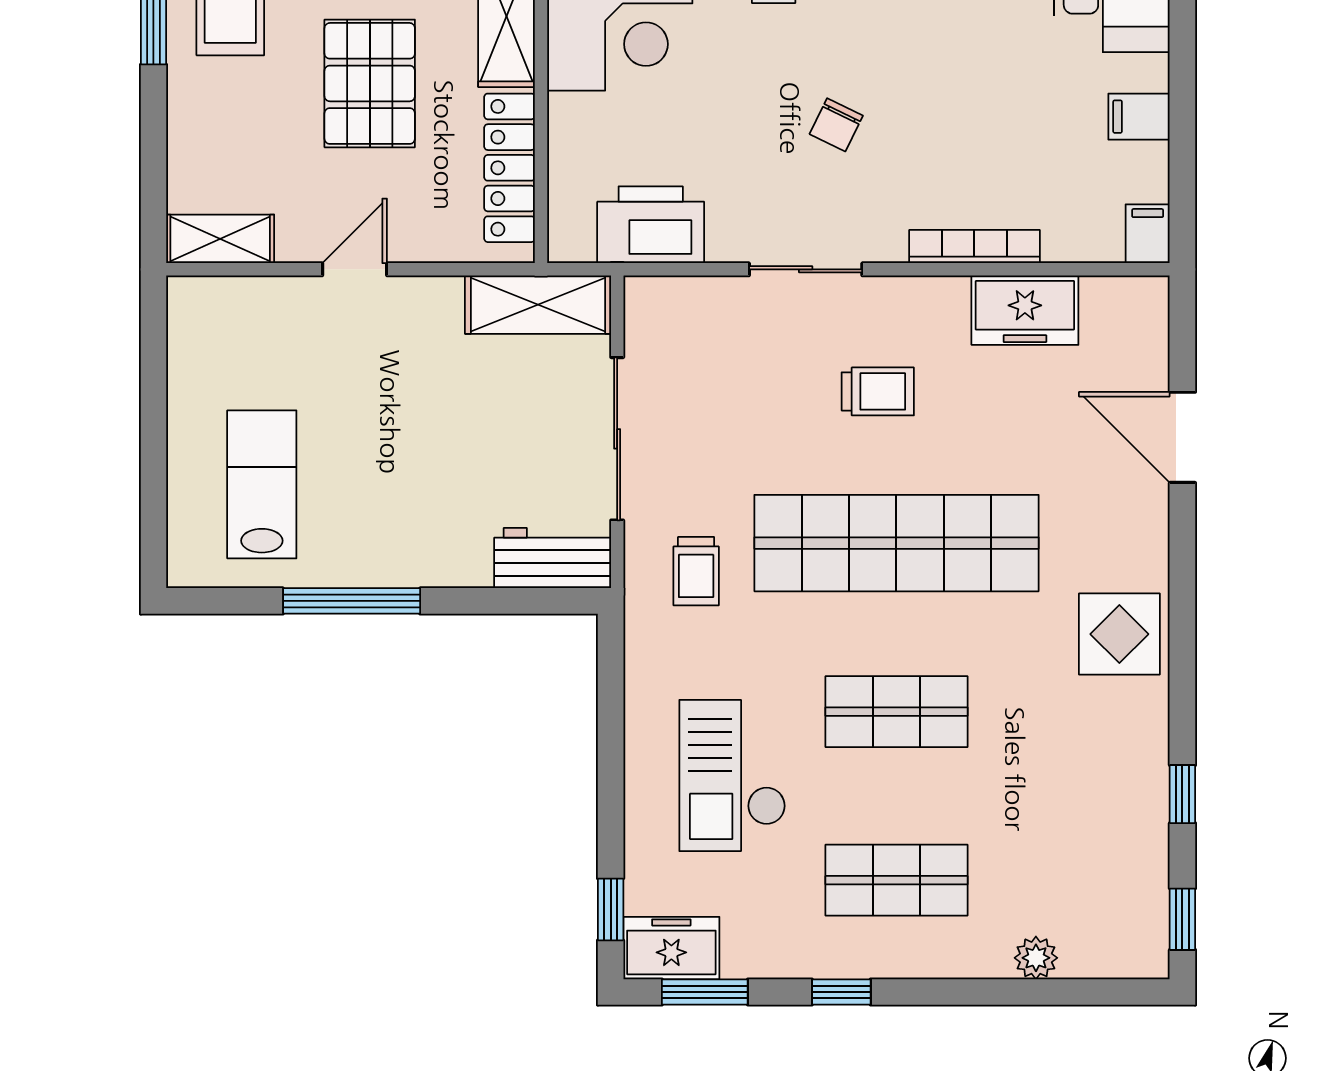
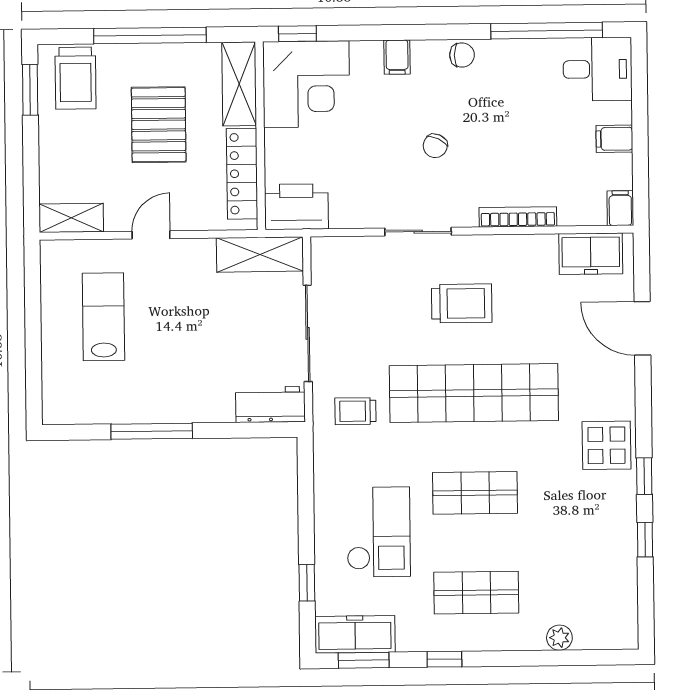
printer: (651, 225) -> (296, 207), moved
freezer: (1025, 310) -> (591, 254), moved
trolley: (878, 391) -> (462, 303), width x1.36, depth x1.39
lab bench: (262, 484) -> (103, 317), moved
trolley: (696, 571) -> (355, 411), turned 90
checkout: (732, 776) -> (378, 532), turned 180
window: (611, 909) -> (307, 583), moved
window: (1182, 919) -> (644, 476), moved
freezer: (671, 948) -> (355, 634), width x1.40

